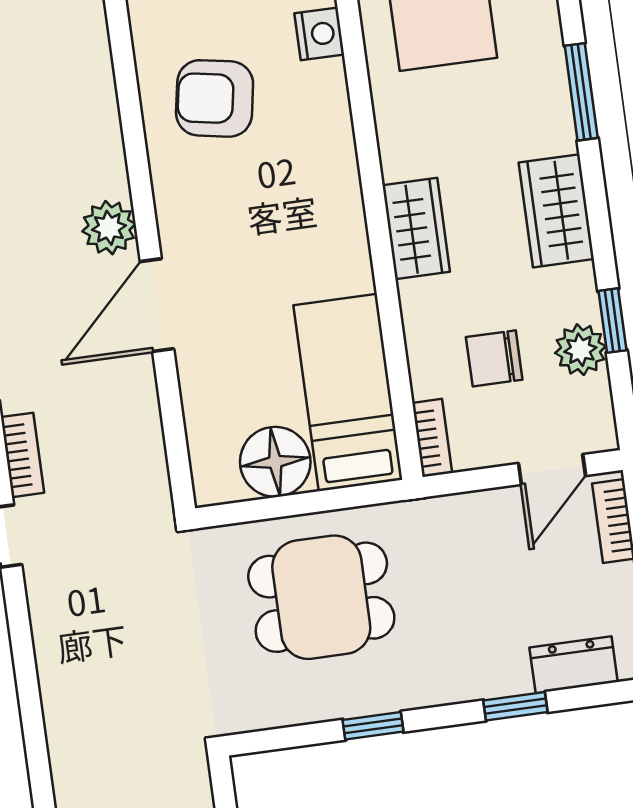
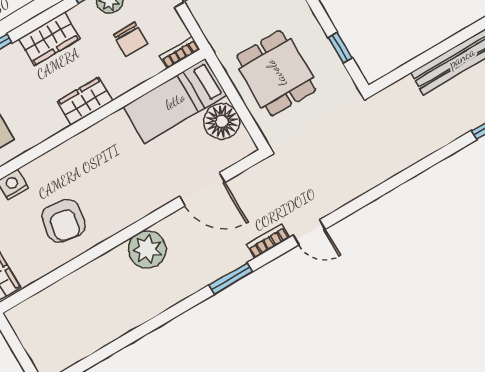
plant: (109, 228) -> (147, 249), width x1.36, depth x1.36
door: (157, 305) -> (202, 189), moved
window: (373, 726) -> (340, 48), moved

